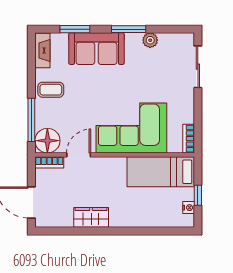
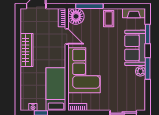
plant: (150, 40) -> (140, 71), moved
wardrobe: (91, 217) -> (27, 50), width x1.50

